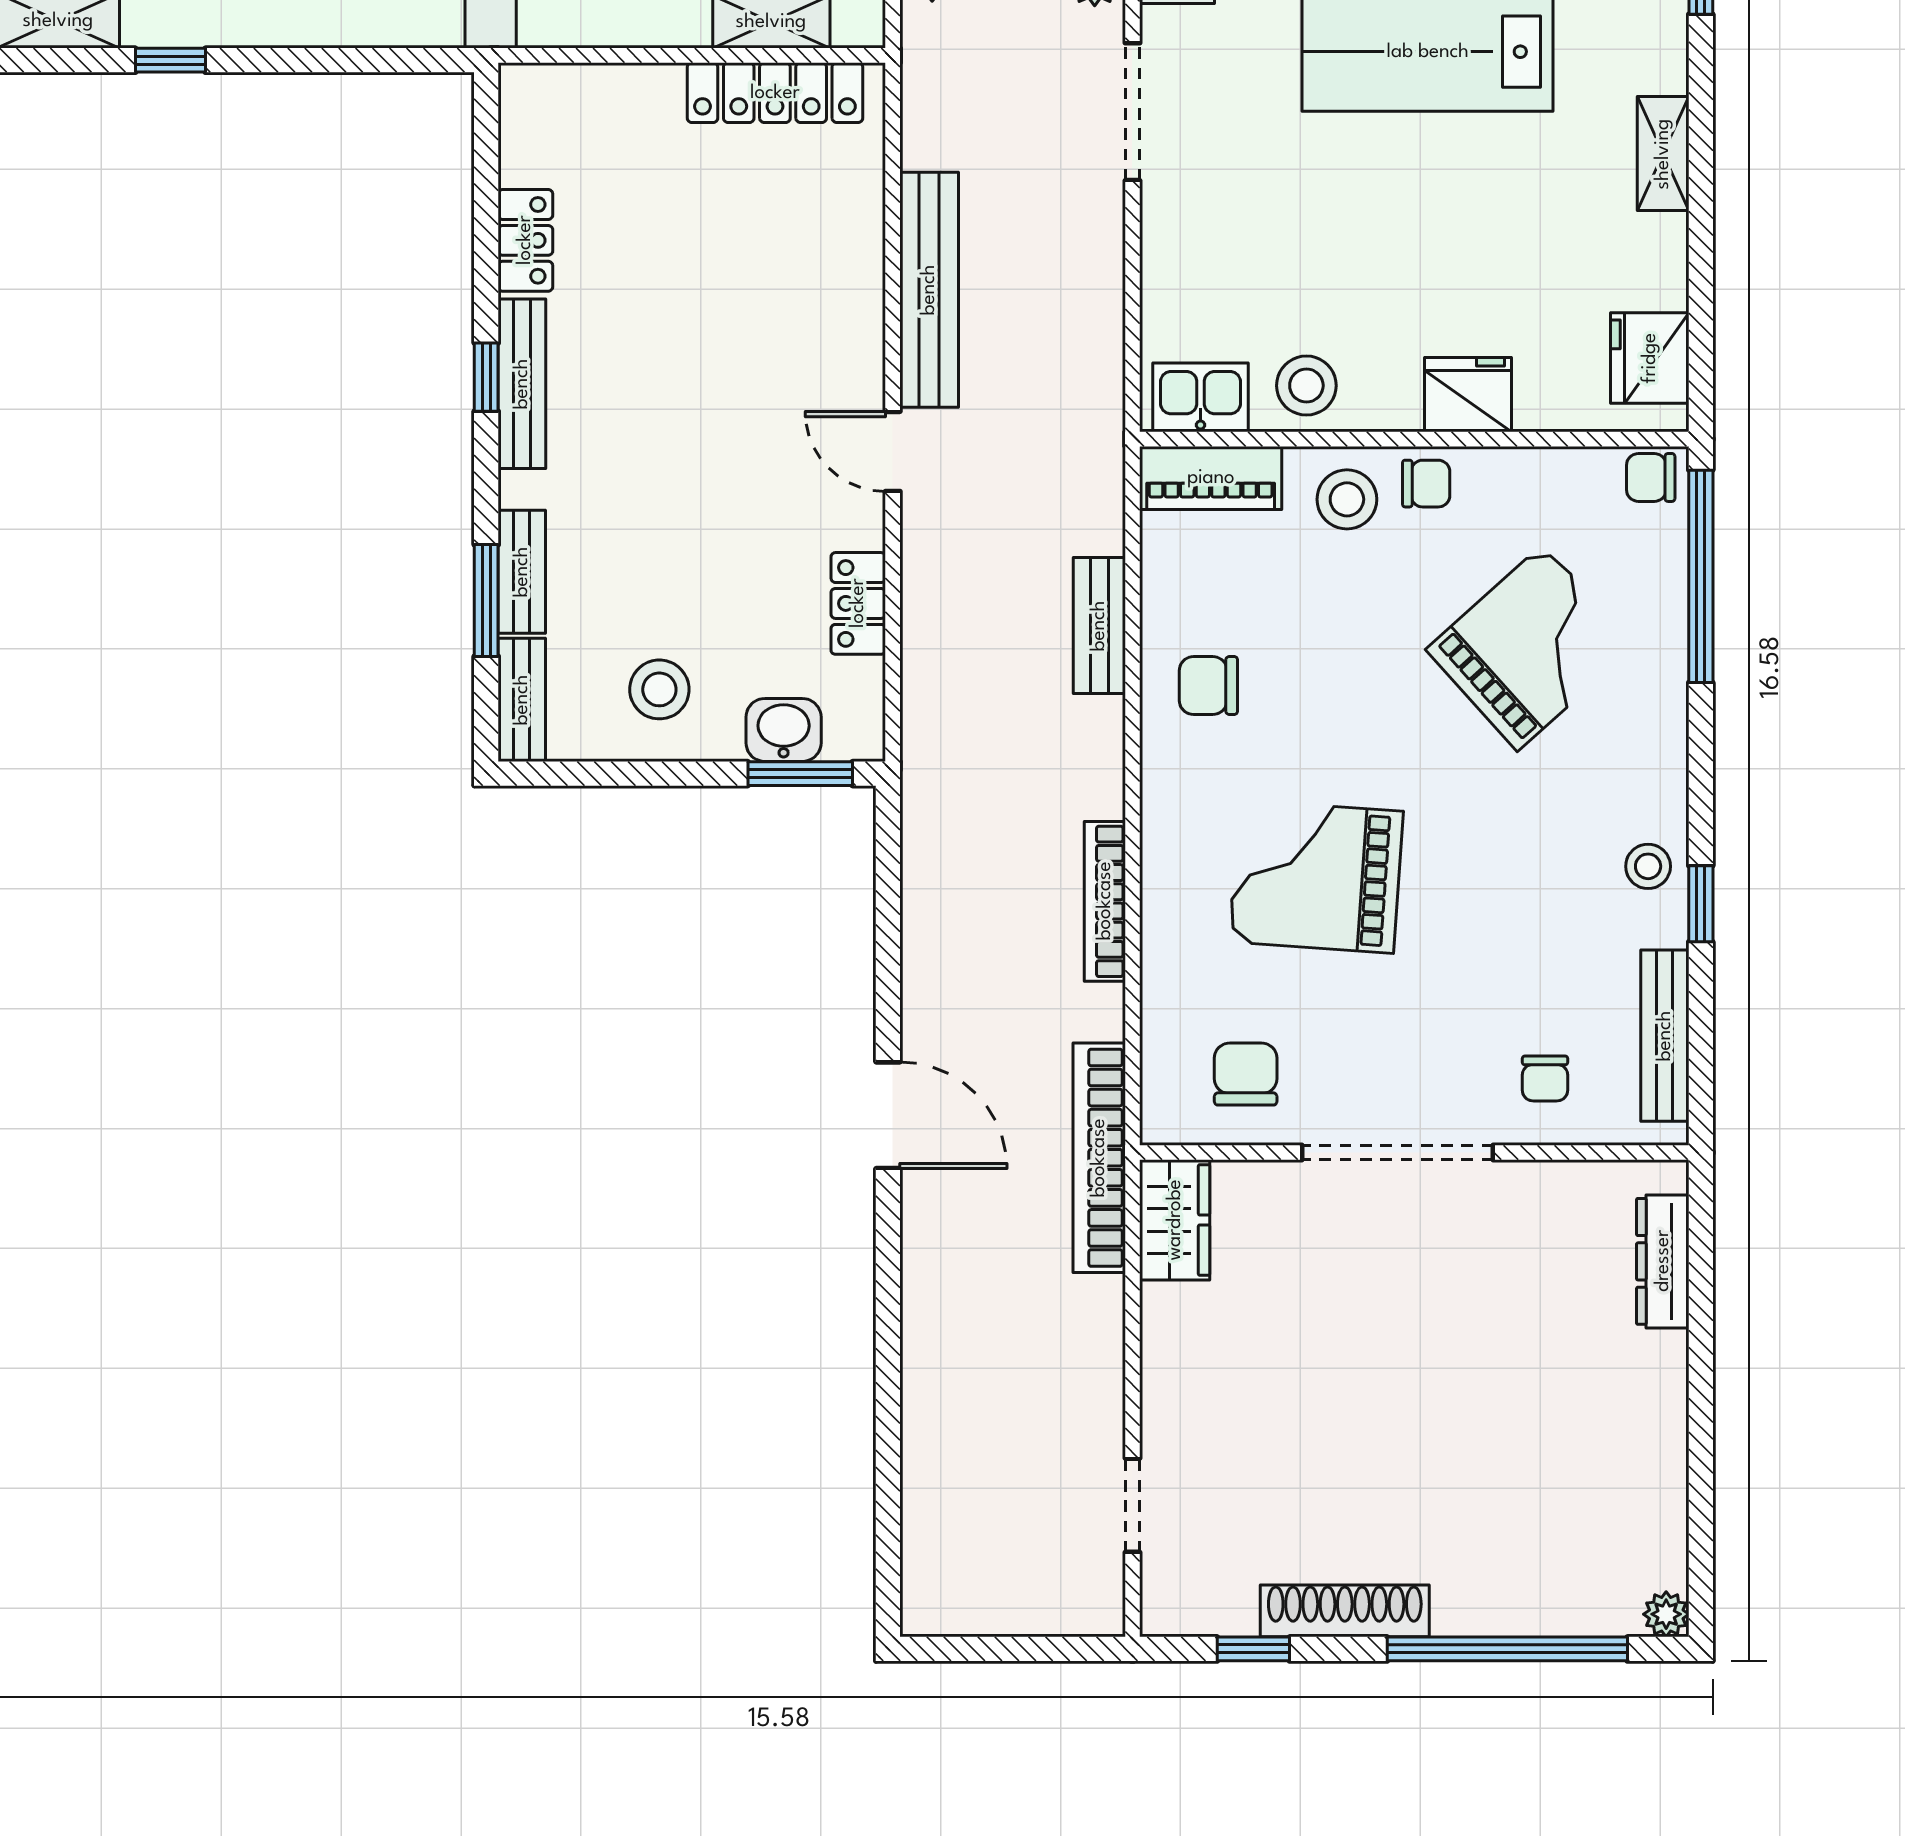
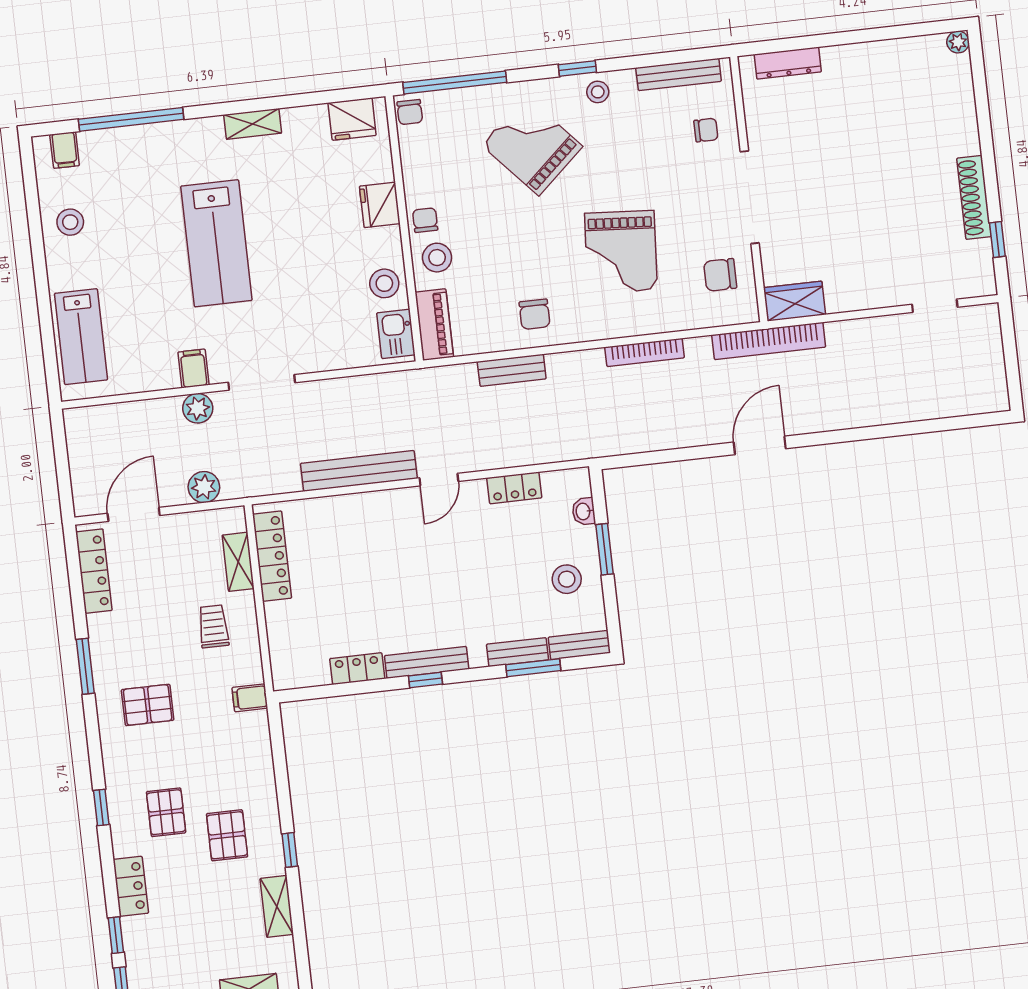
grand piano: (1530, 648) -> (532, 146), moved
washbasin: (784, 730) -> (584, 511), width x0.72, depth x0.69
window: (800, 774) -> (604, 549), moved
window: (1701, 904) -> (577, 68), moved
window: (1507, 1649) -> (983, 117), removed

